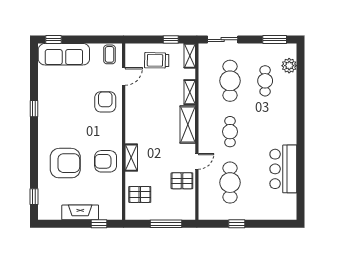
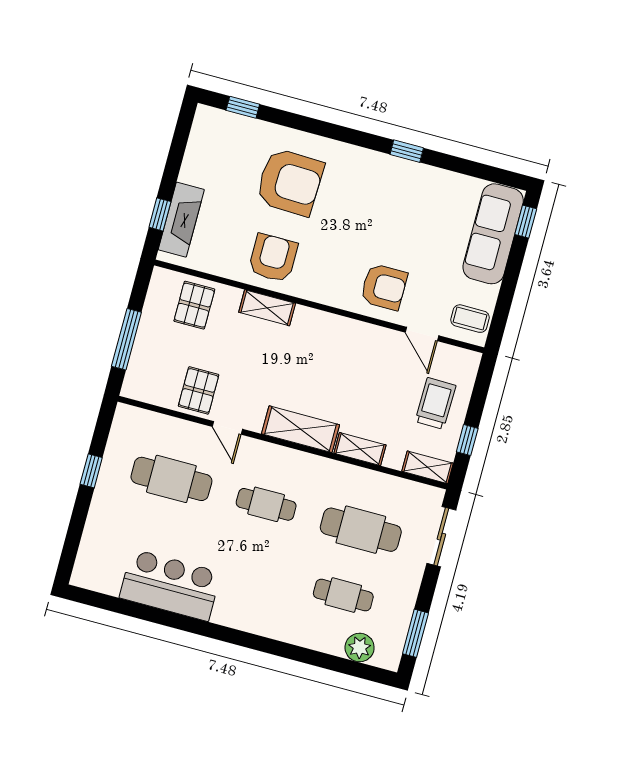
armchair: (65, 163) -> (290, 182), turned -88
fireplace: (80, 212) -> (181, 220), moved

